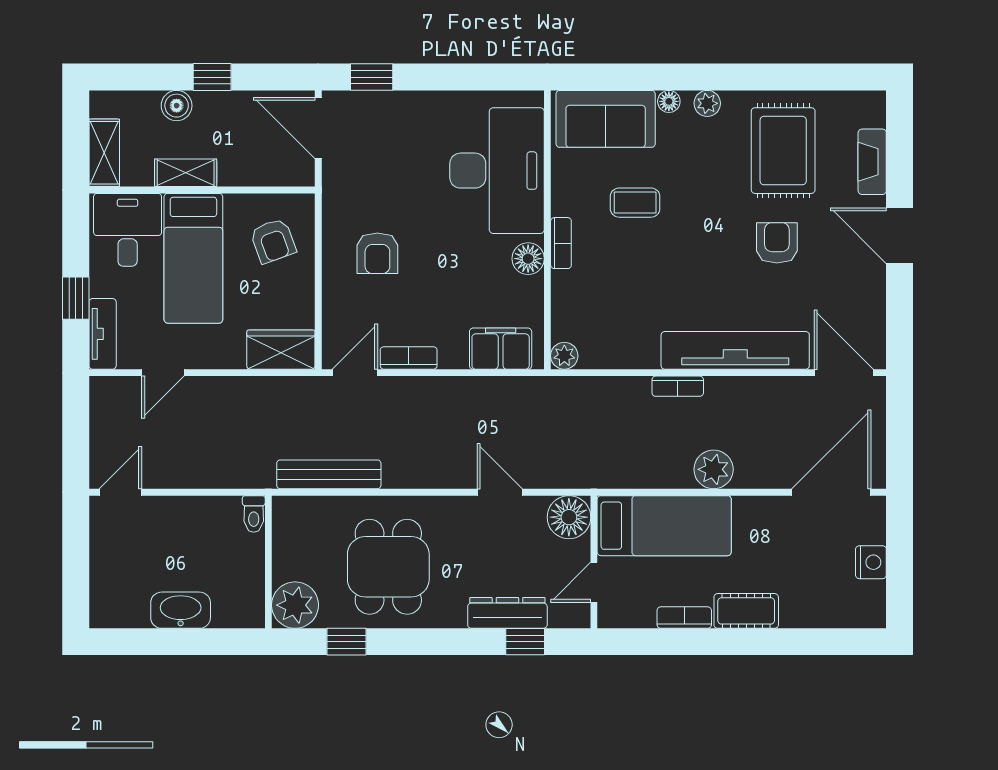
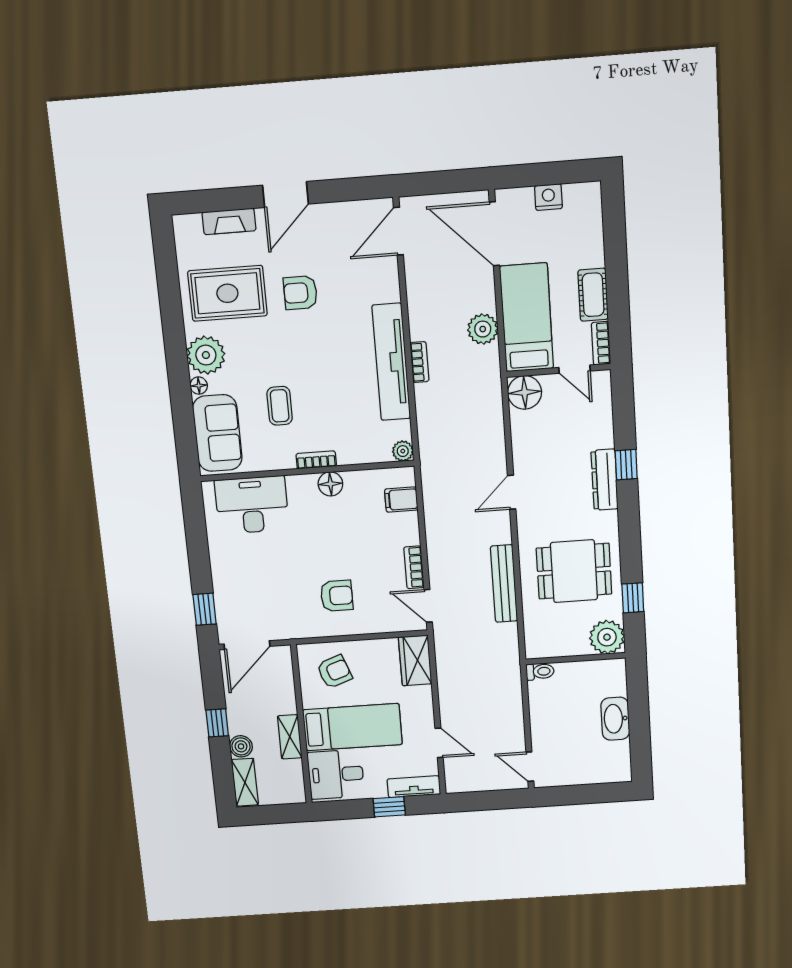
plant: (707, 103) -> (206, 355), width x1.87, depth x1.87
shelving: (104, 153) -> (245, 782), moved, turned 90
desk: (497, 171) -> (252, 505), width x0.73, depth x0.77
filing cabinet: (501, 349) -> (401, 500), width x0.50
tv unit: (735, 350) -> (391, 362), moved
bench: (329, 474) -> (504, 584), moved
floor lamp: (569, 517) -> (525, 392), moved
bed: (664, 526) -> (527, 317), moved
wall: (594, 562) -> (559, 370), moved
door: (594, 582) -> (574, 369), moved

